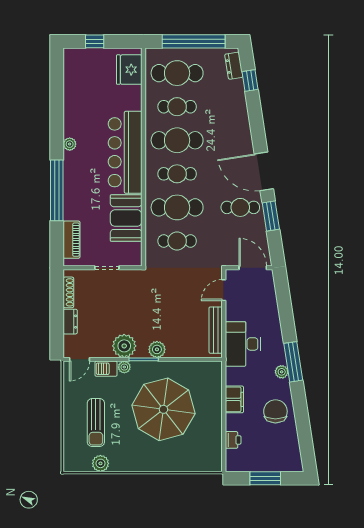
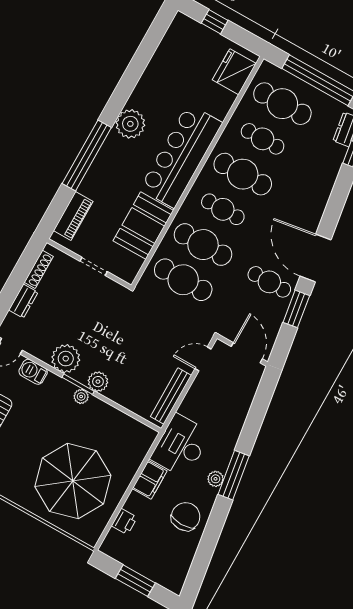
plant: (70, 144) -> (130, 124), width x1.87, depth x1.87
cafe table: (177, 241) -> (183, 280), width x1.37, depth x1.35
desk: (243, 344) -> (181, 446), moved
plant: (124, 367) -> (81, 396), moved
parasol: (163, 409) -> (73, 481), moved

